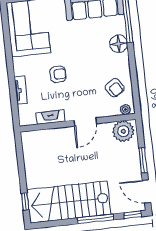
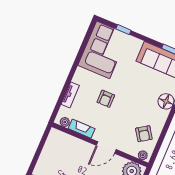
armchair: (58, 74) -> (106, 99), turned 90
plant: (30, 120) -> (65, 122), added

